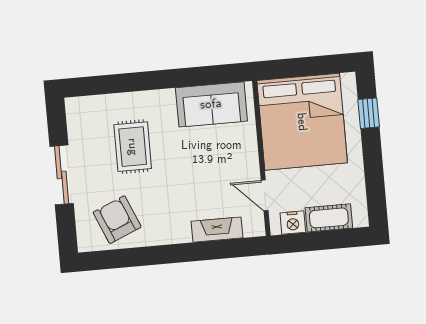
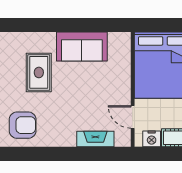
sofa: (211, 104) -> (82, 47), moved
armchair: (117, 220) -> (23, 125), turned 113

